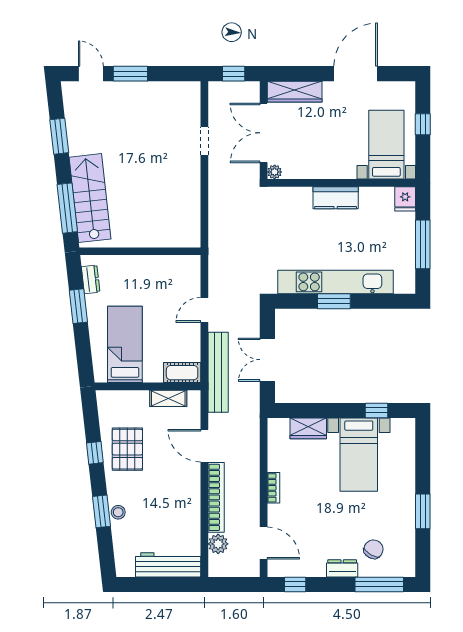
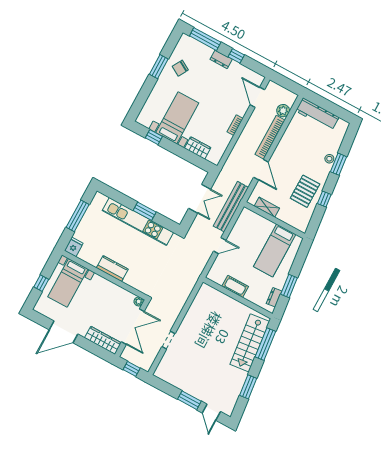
cot: (182, 373) -> (235, 286), moved
chair: (373, 549) -> (180, 68), moved
window: (295, 584) -> (236, 56), moved

